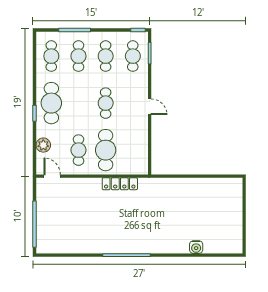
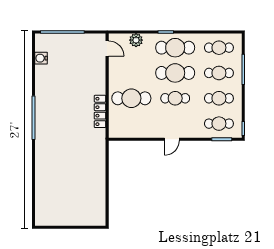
cafe table: (78, 150) -> (175, 73), moved, width x1.37, depth x1.35
door: (52, 176) -> (107, 49), hinge flipped
water cooler: (196, 247) -> (41, 58), moved

